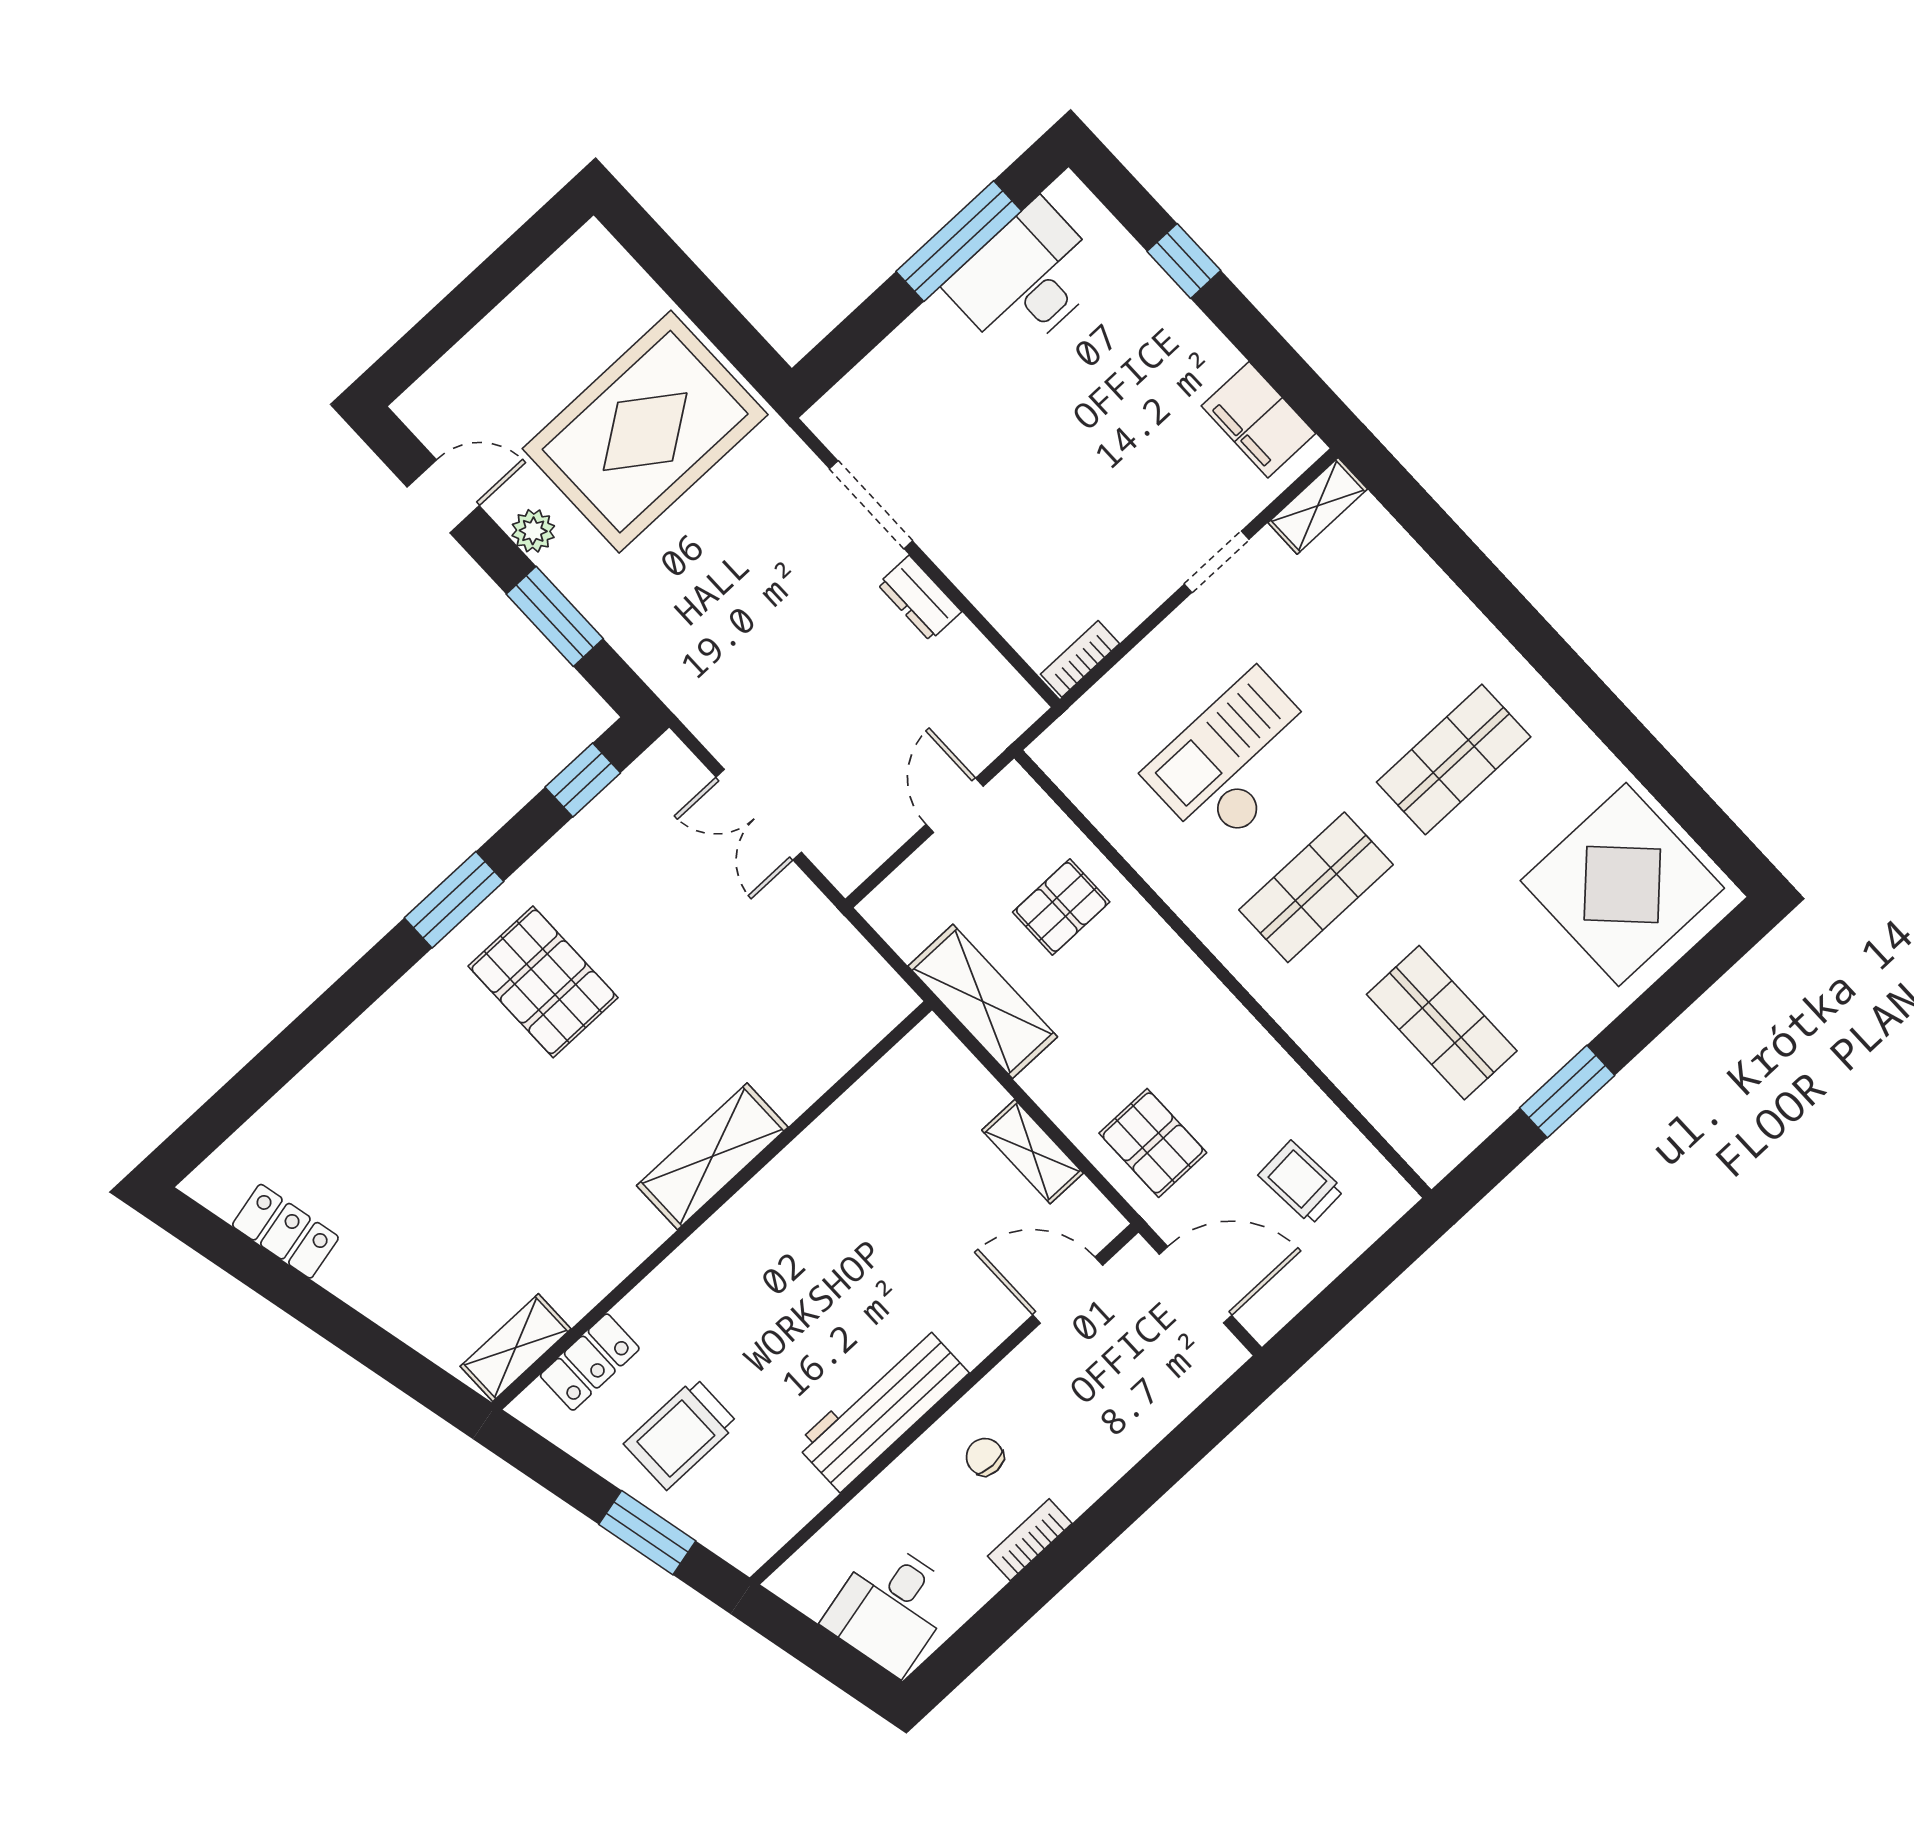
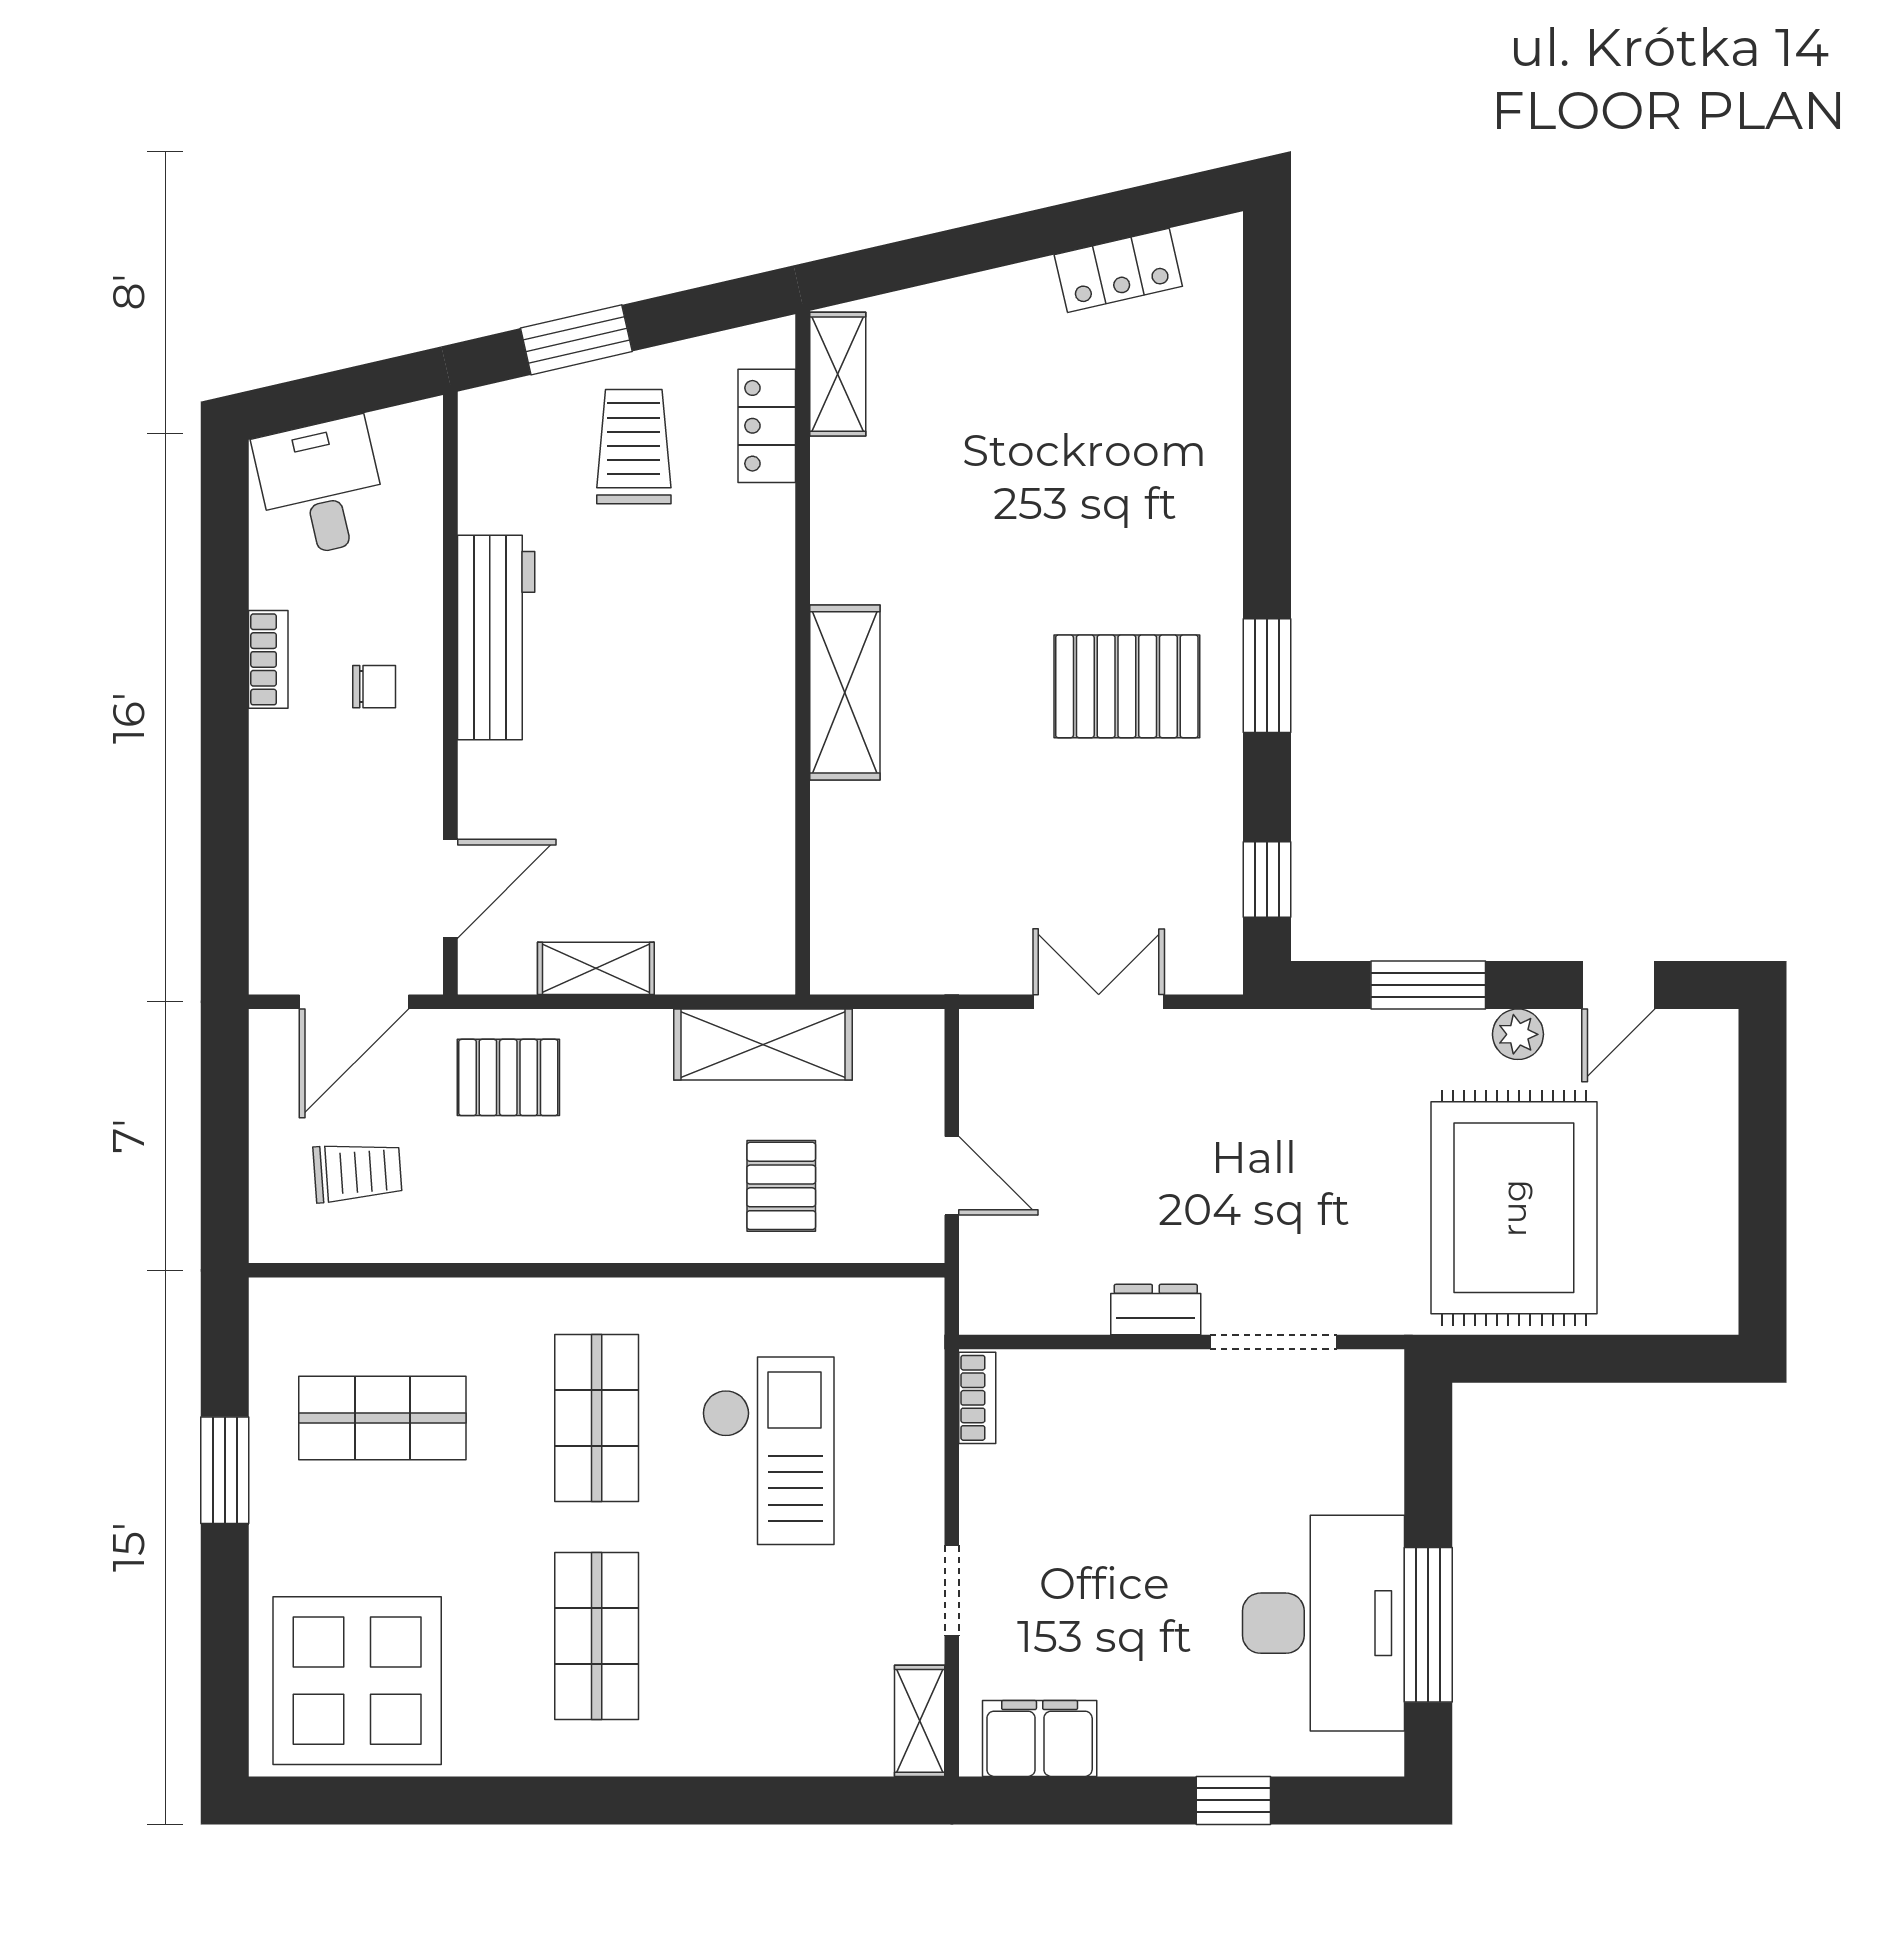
desk: (1026, 279) -> (1323, 1623), width x1.36, depth x1.30

